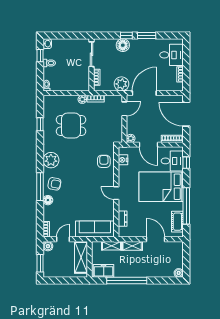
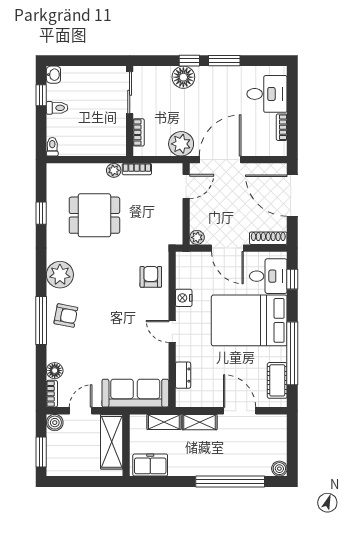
nightstand: (123, 160) -> (184, 298), moved
floor lamp: (48, 200) -> (55, 371), moved
window: (127, 280) -> (230, 482), moved

